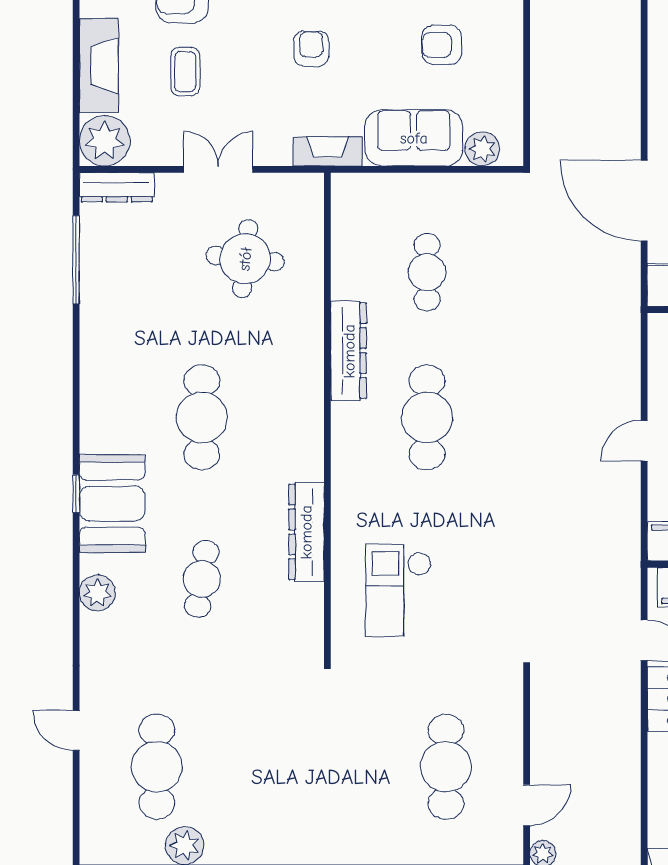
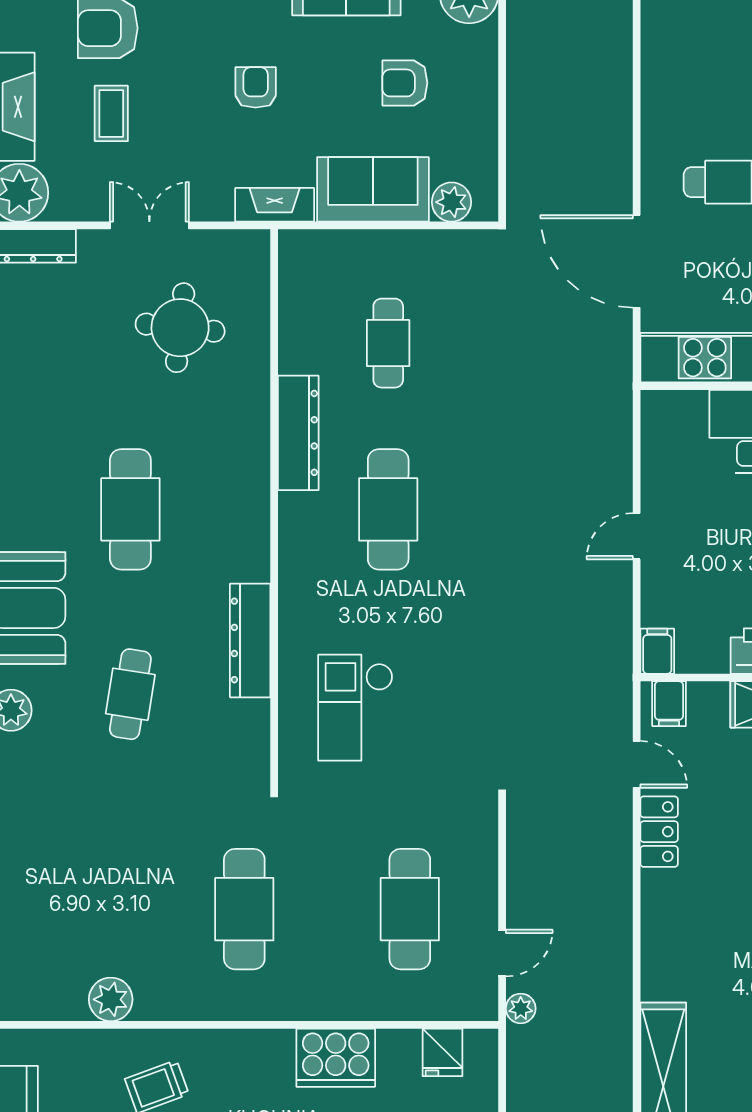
cafe table: (157, 767) -> (244, 909), moved

